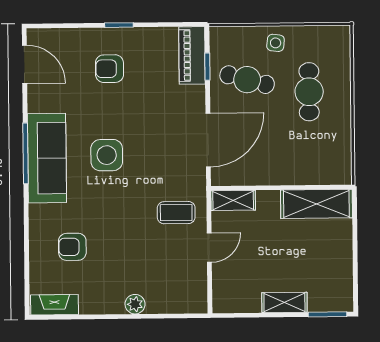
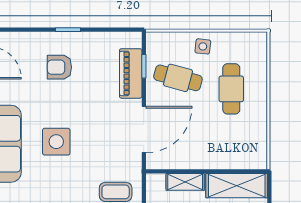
piano: (192, 55) -> (131, 73), moved
shelving: (233, 200) -> (185, 182), moved

